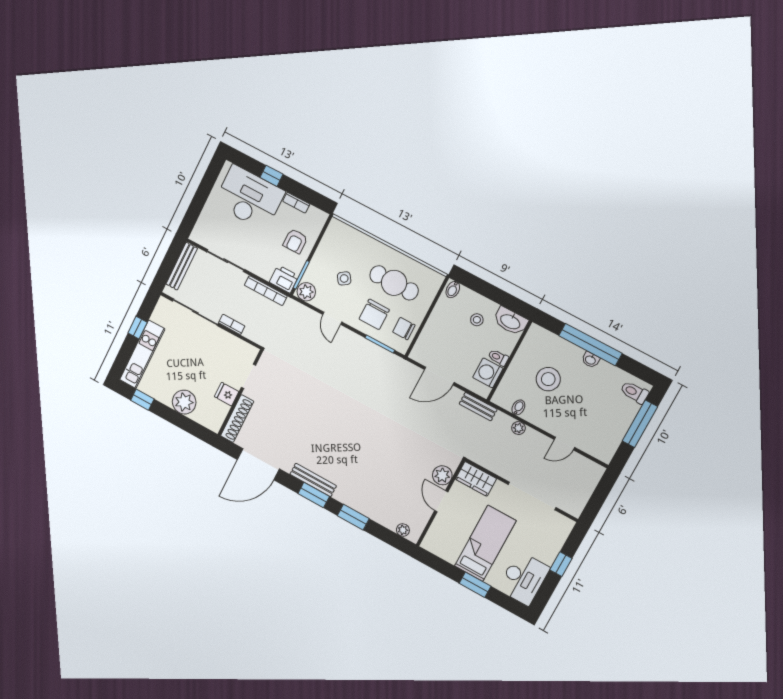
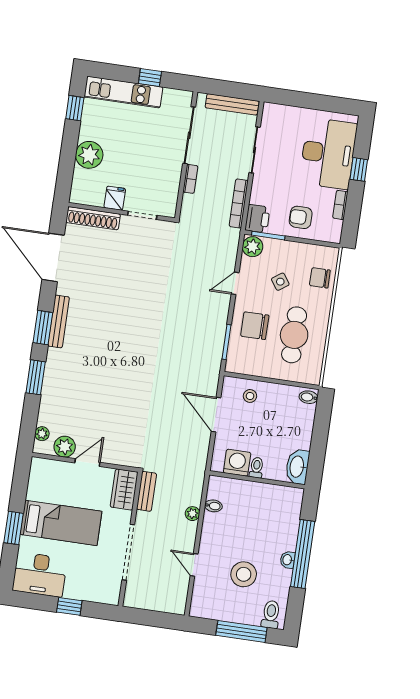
stool: (477, 320) -> (250, 396), moved
chair: (404, 329) -> (320, 278), moved, turned -90
stool: (548, 379) -> (244, 574), moved
bench: (478, 407) -> (147, 491), moved
plant: (442, 475) -> (65, 447), moved

